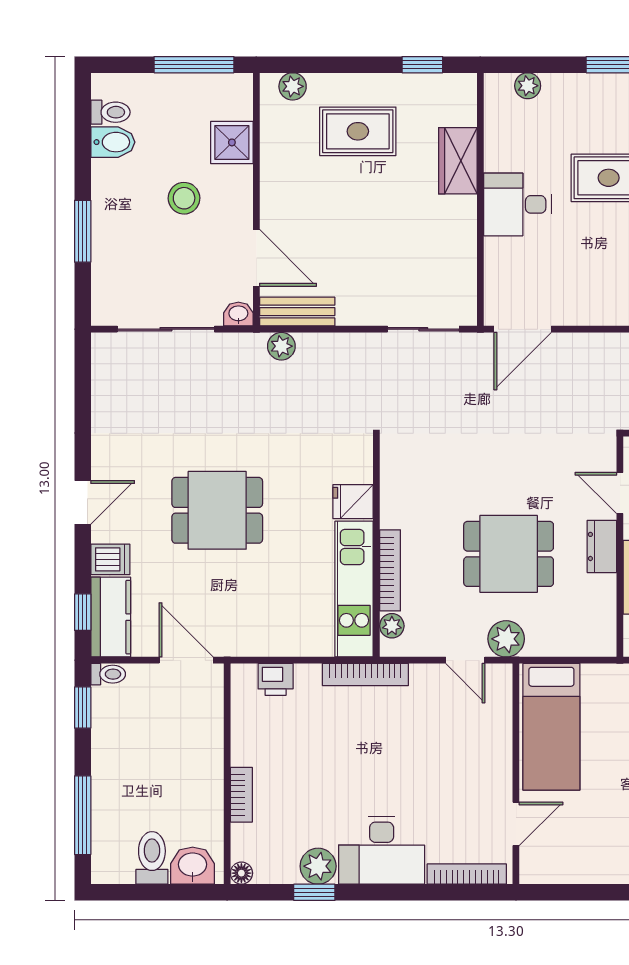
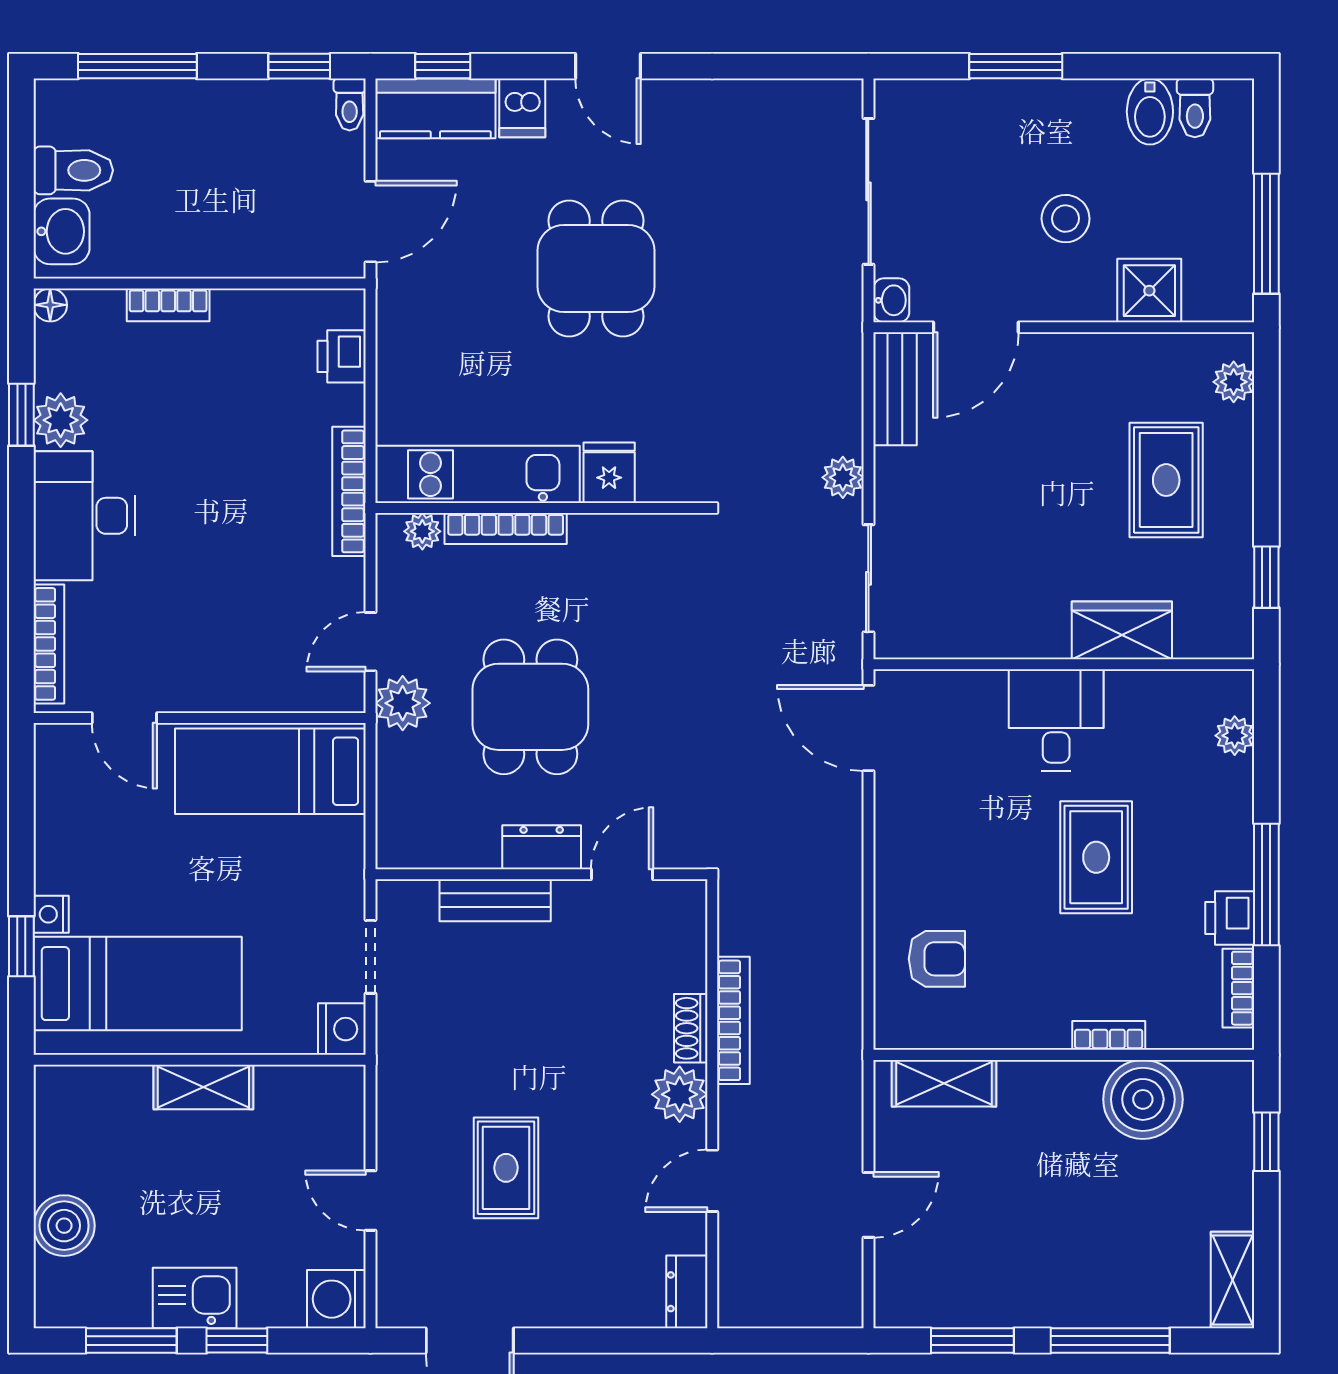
plant: (281, 346) -> (843, 477), moved

